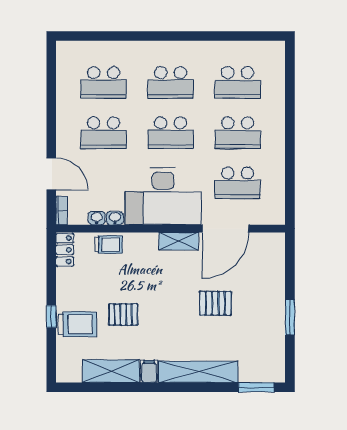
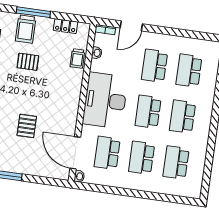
washbasin: (115, 218) -> (79, 176), moved
door: (225, 229) -> (75, 153), moved
shelving: (179, 241) -> (73, 107), removed
locker: (65, 250) -> (66, 26), moved
pallet: (123, 315) -> (28, 62), turned 90
window: (51, 317) -> (33, 12), width x2.17

